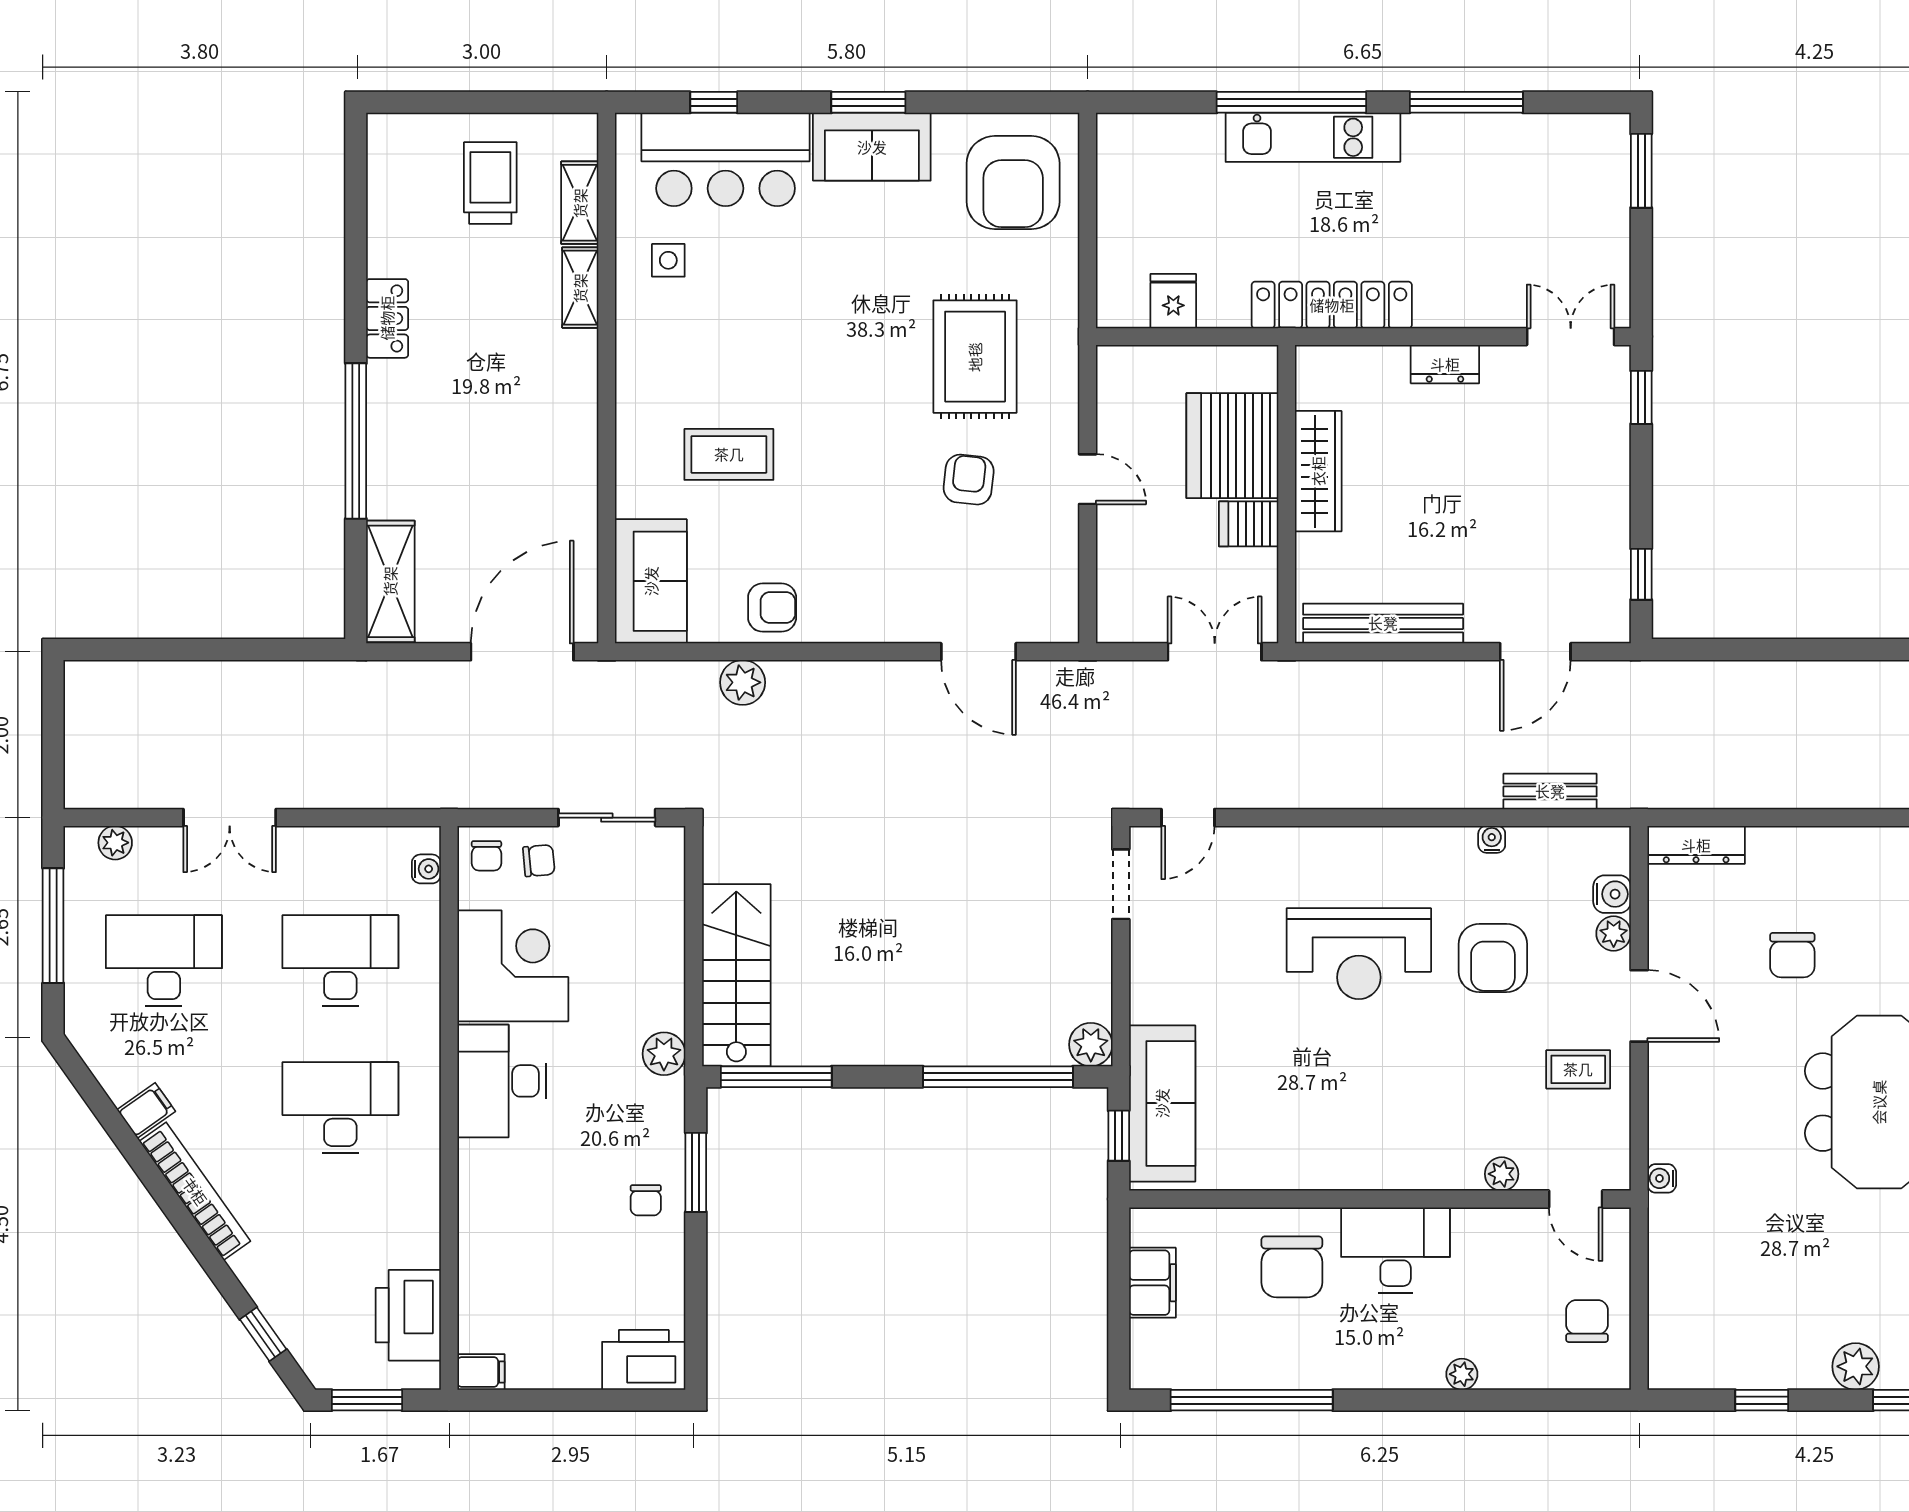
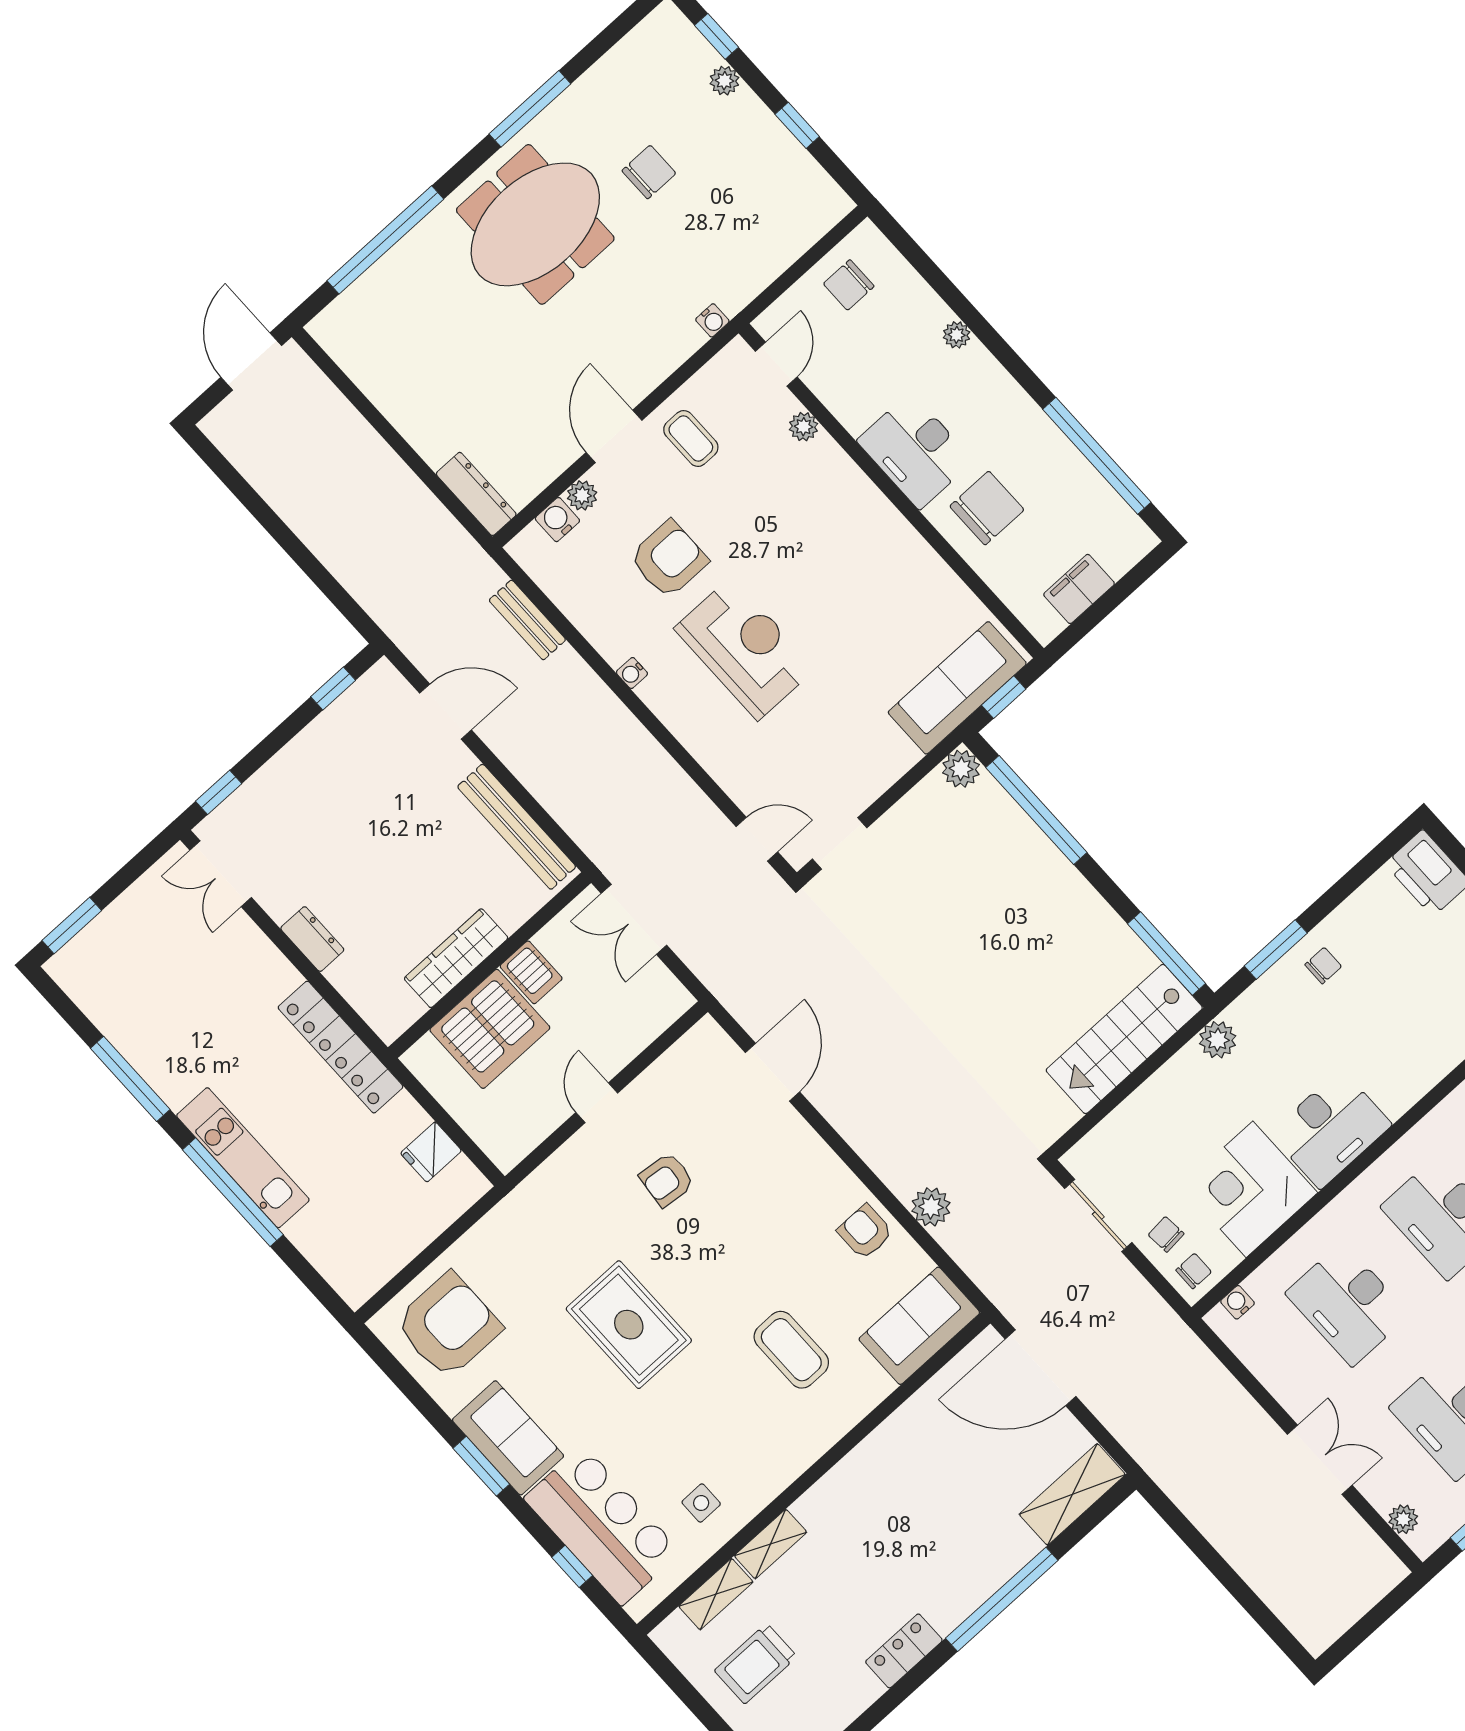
rug: (975, 357) -> (629, 1325), moved, turned 90
water cooler: (1492, 839) -> (632, 673), moved
chair: (1792, 955) -> (649, 172), moved
plant: (1856, 1366) -> (724, 81), width x0.73, depth x0.73

